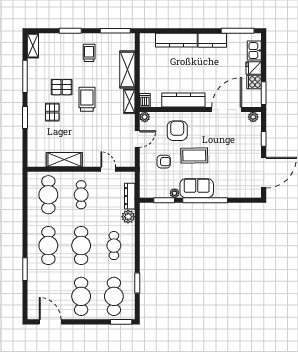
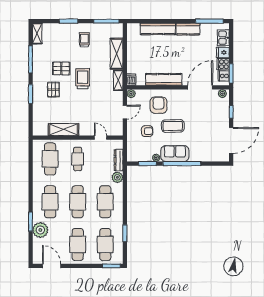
cooker: (255, 96) -> (224, 76), added
cafe table: (114, 246) -> (105, 202), width x1.37, depth x1.35
plant: (37, 279) -> (40, 230), added

